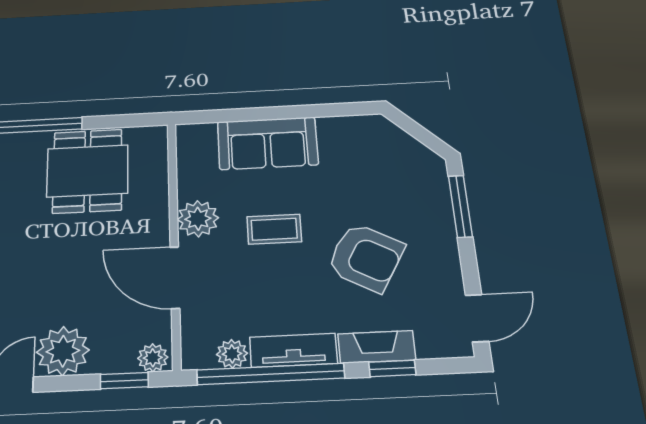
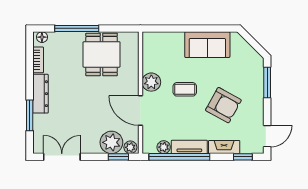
sofa: (268, 143) -> (207, 45), moved
plant: (63, 351) -> (111, 142), moved
window: (392, 368) -> (243, 157), moved

